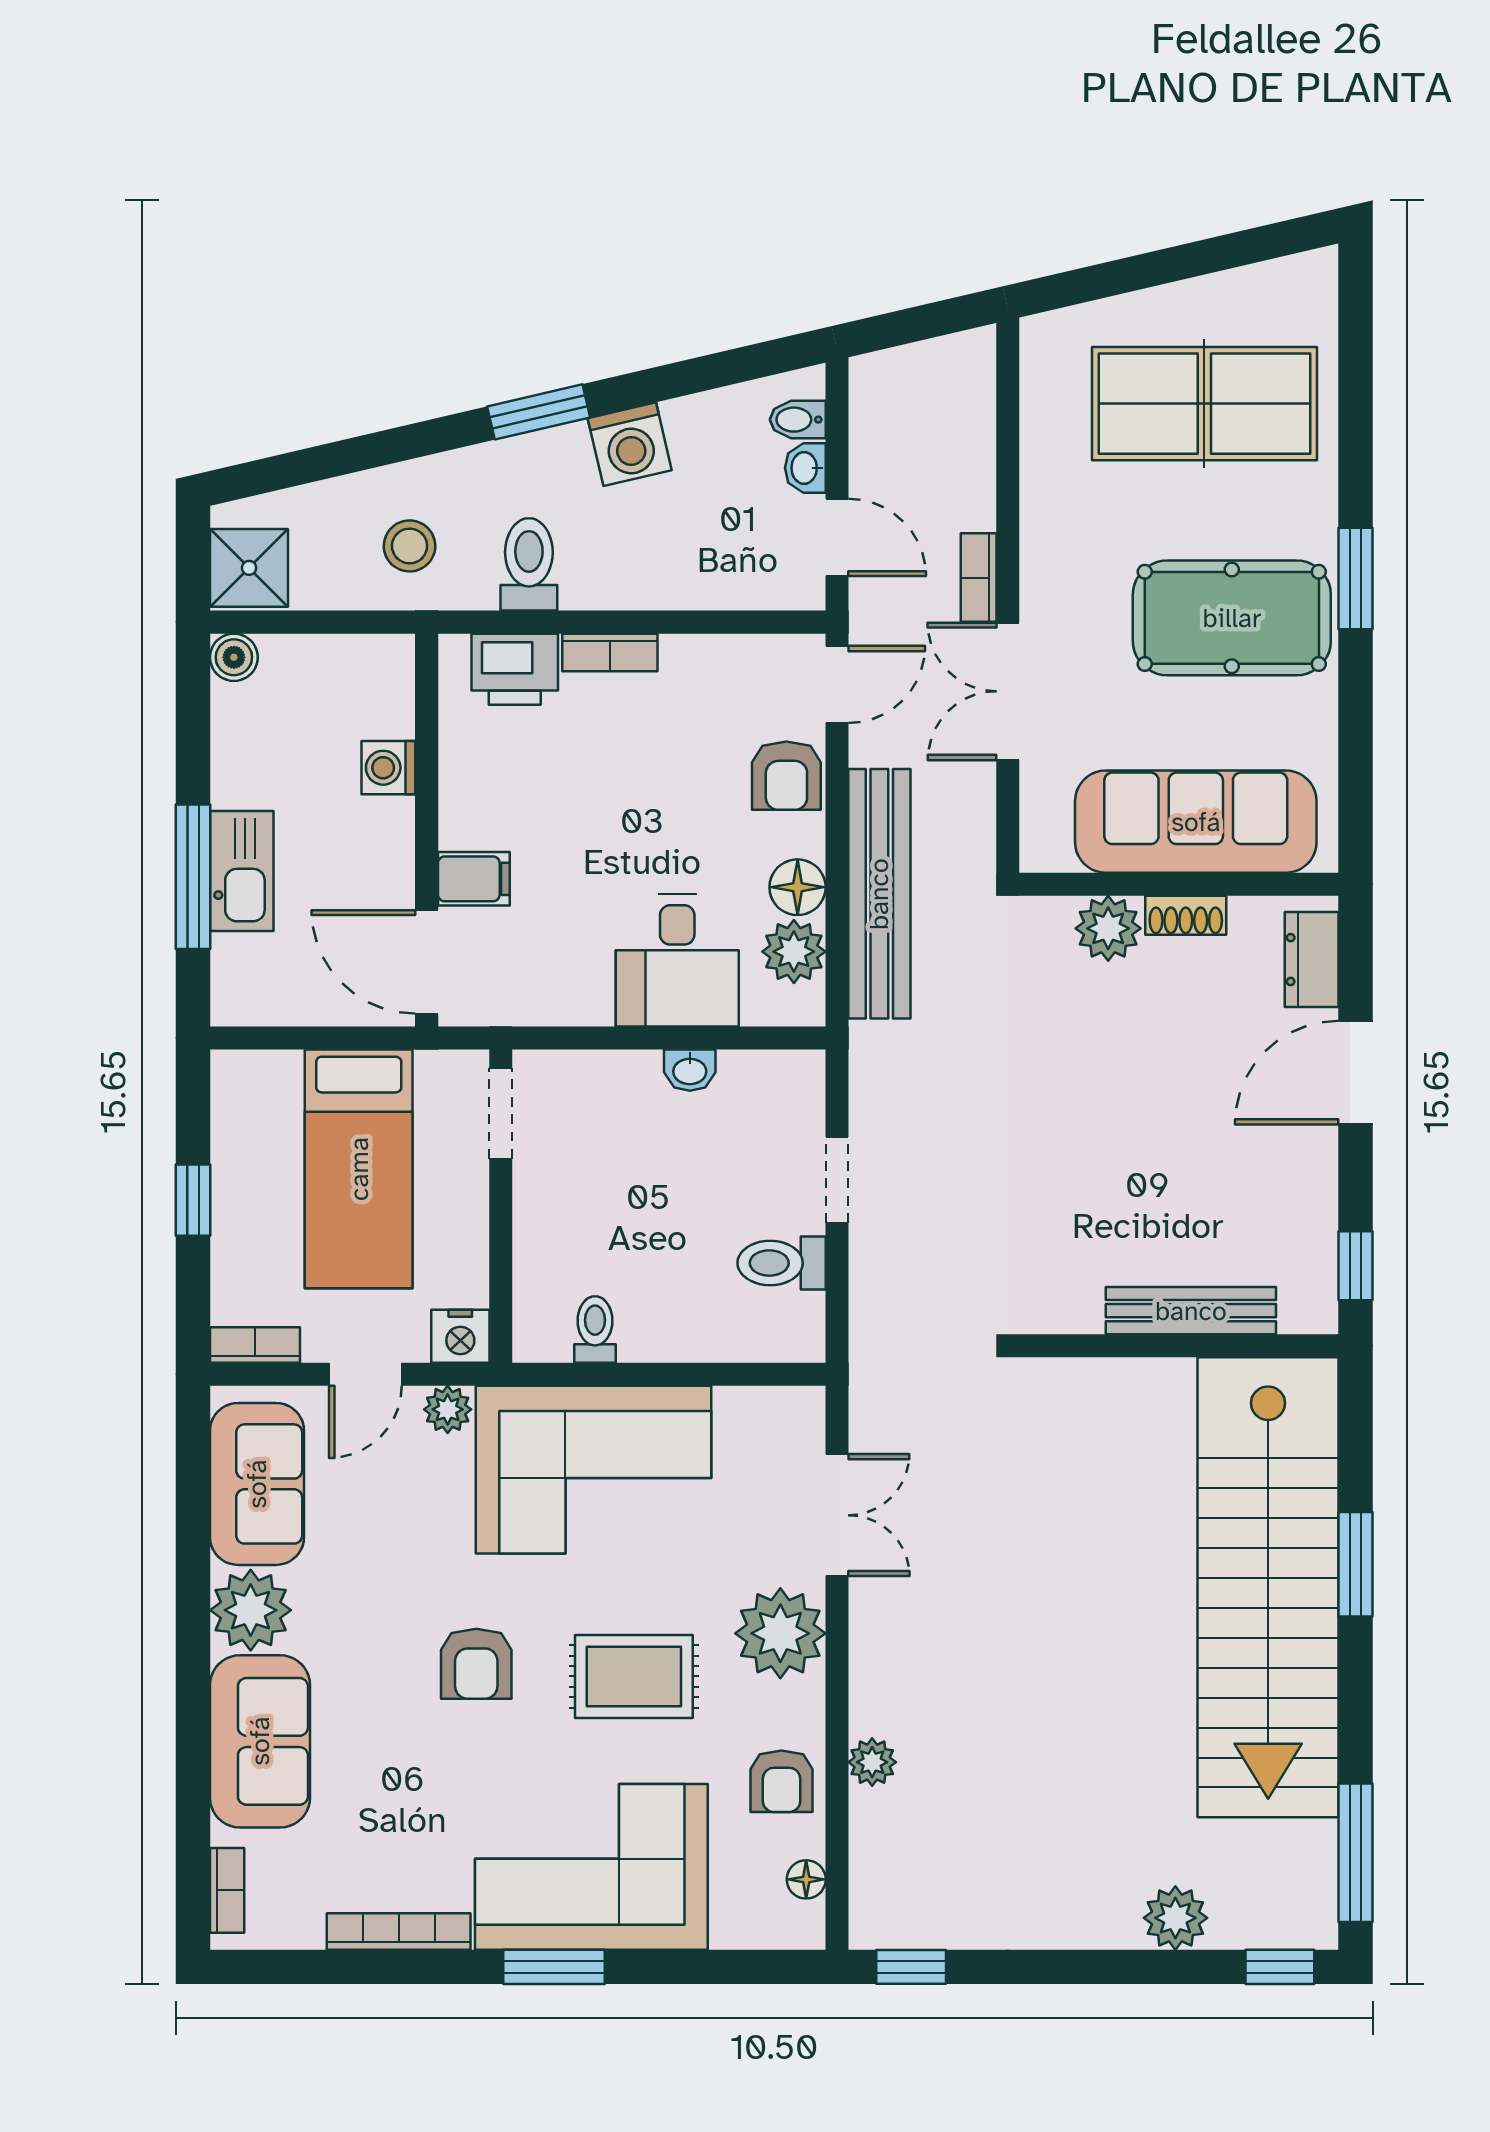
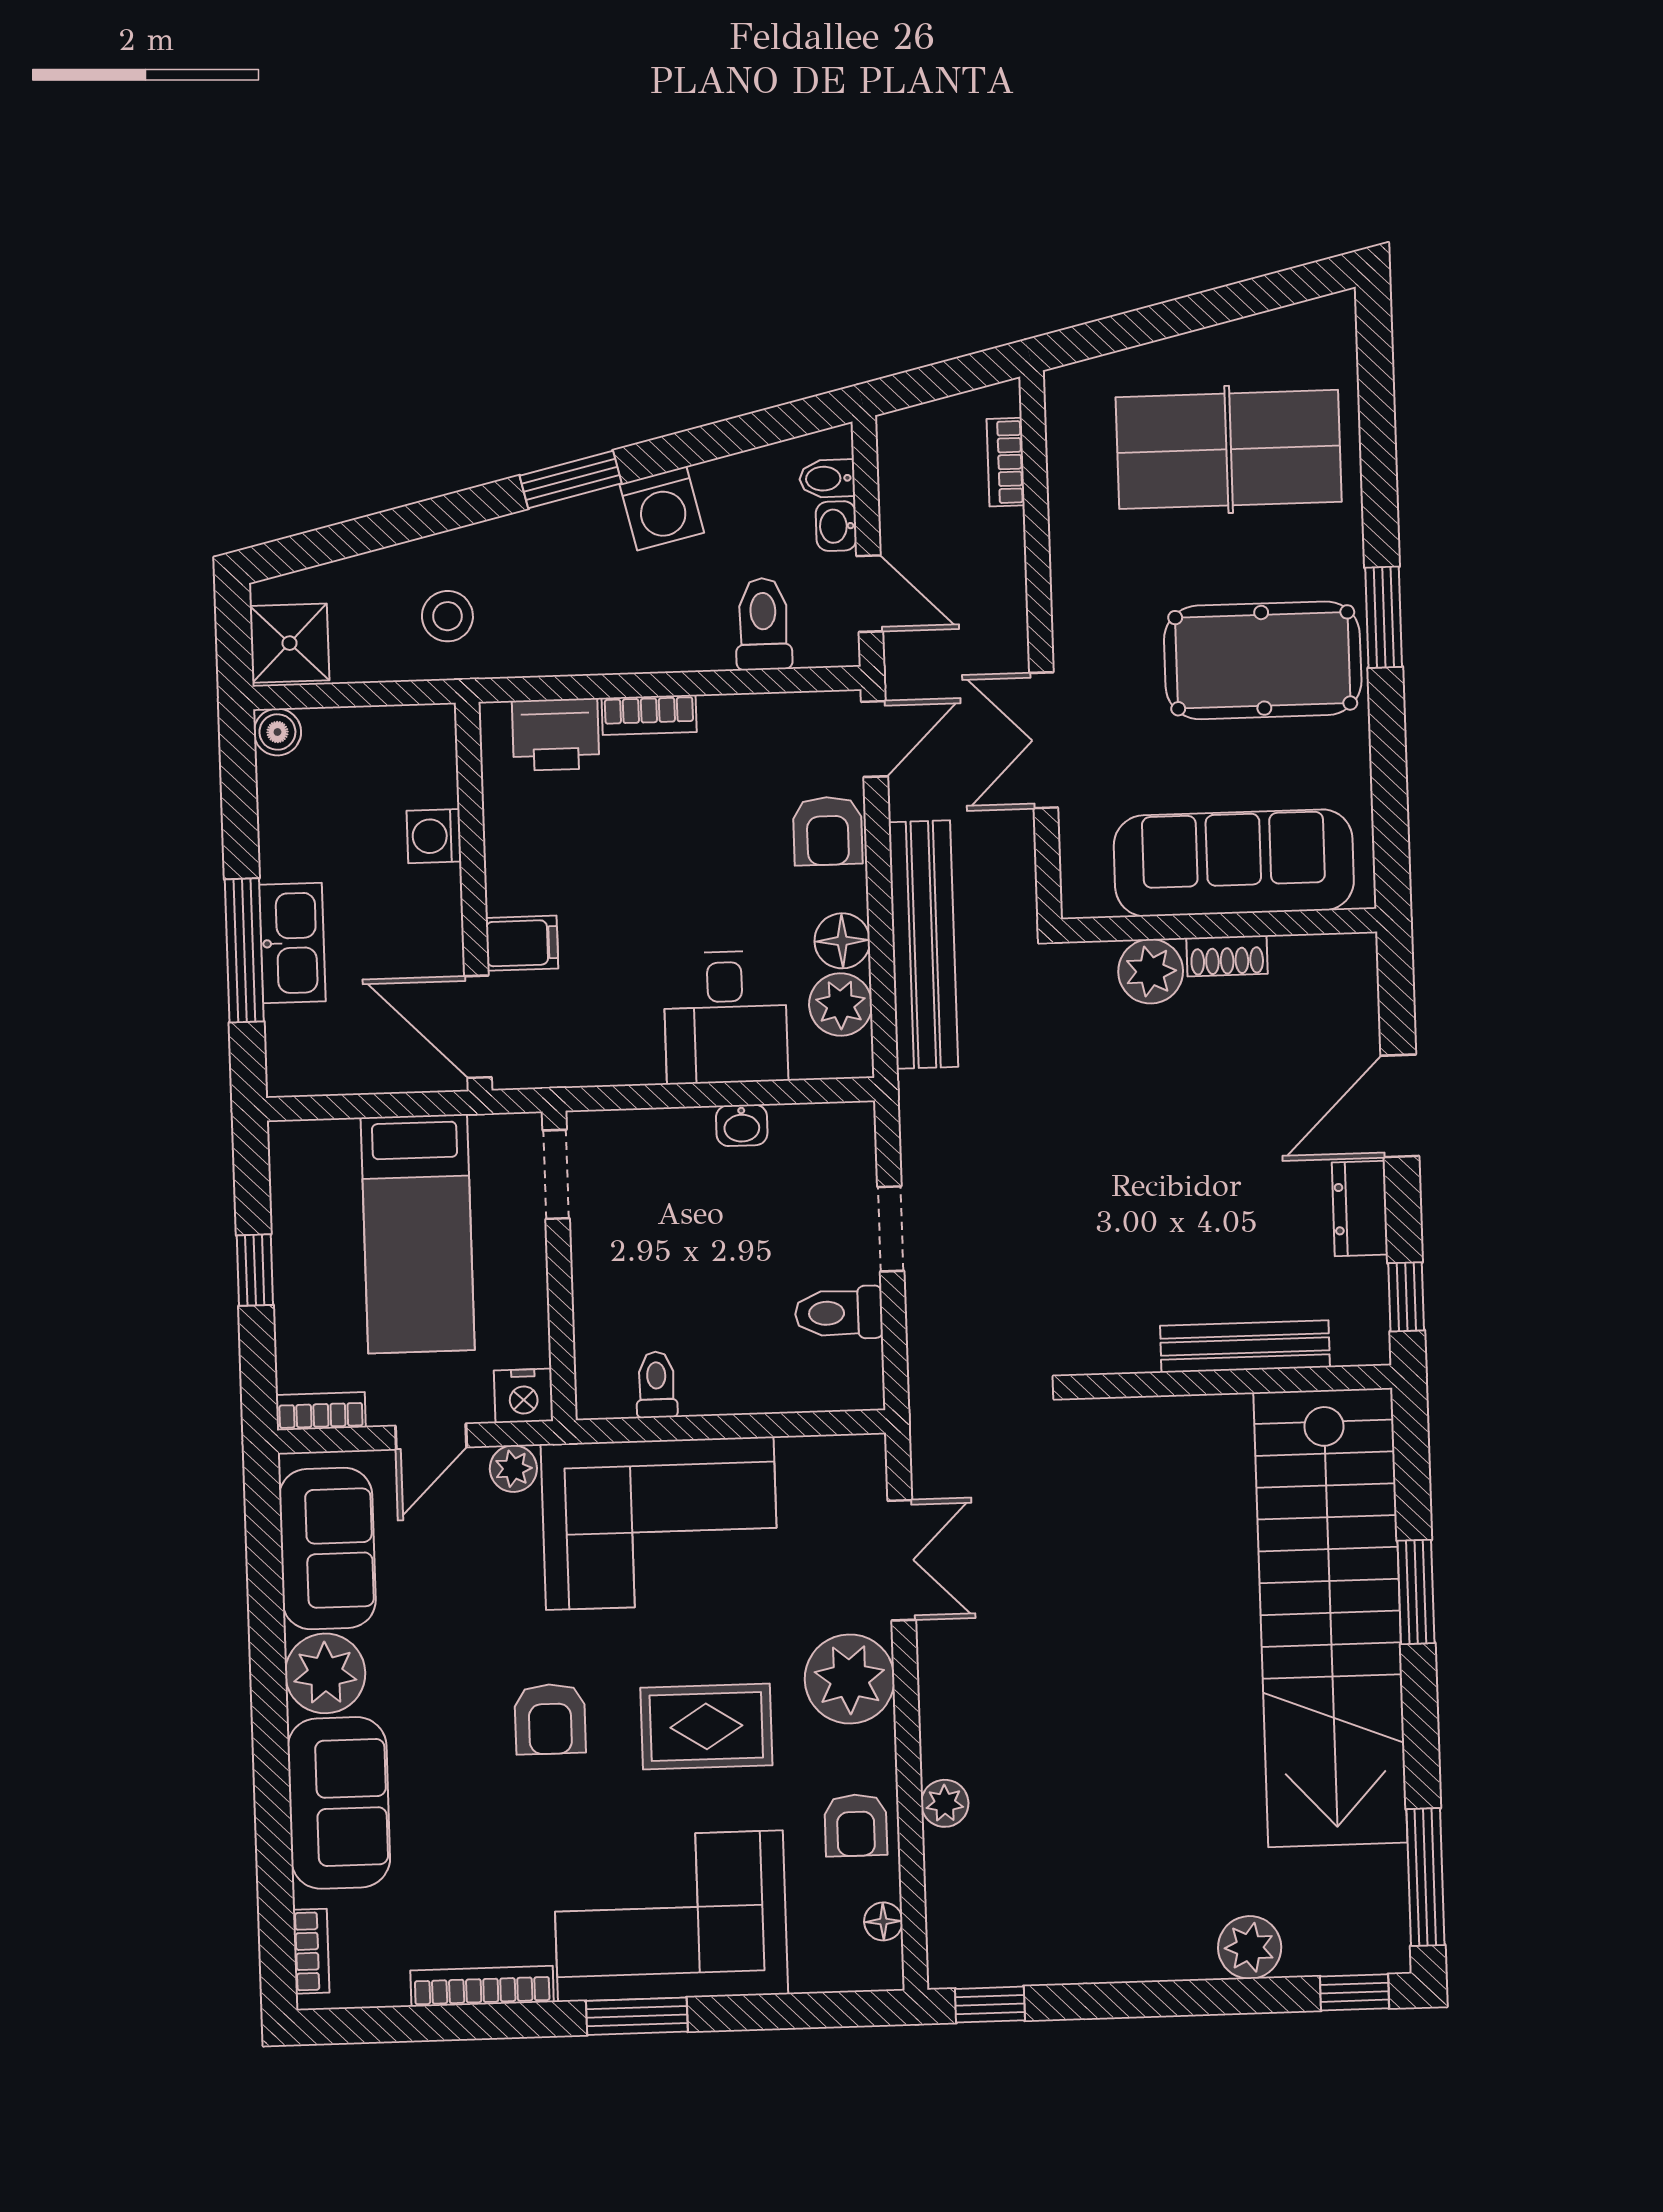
toilet: (529, 564) -> (763, 624), moved
bookcase: (979, 578) -> (1006, 462), moved
dresser: (1312, 960) -> (1360, 1208), moved

